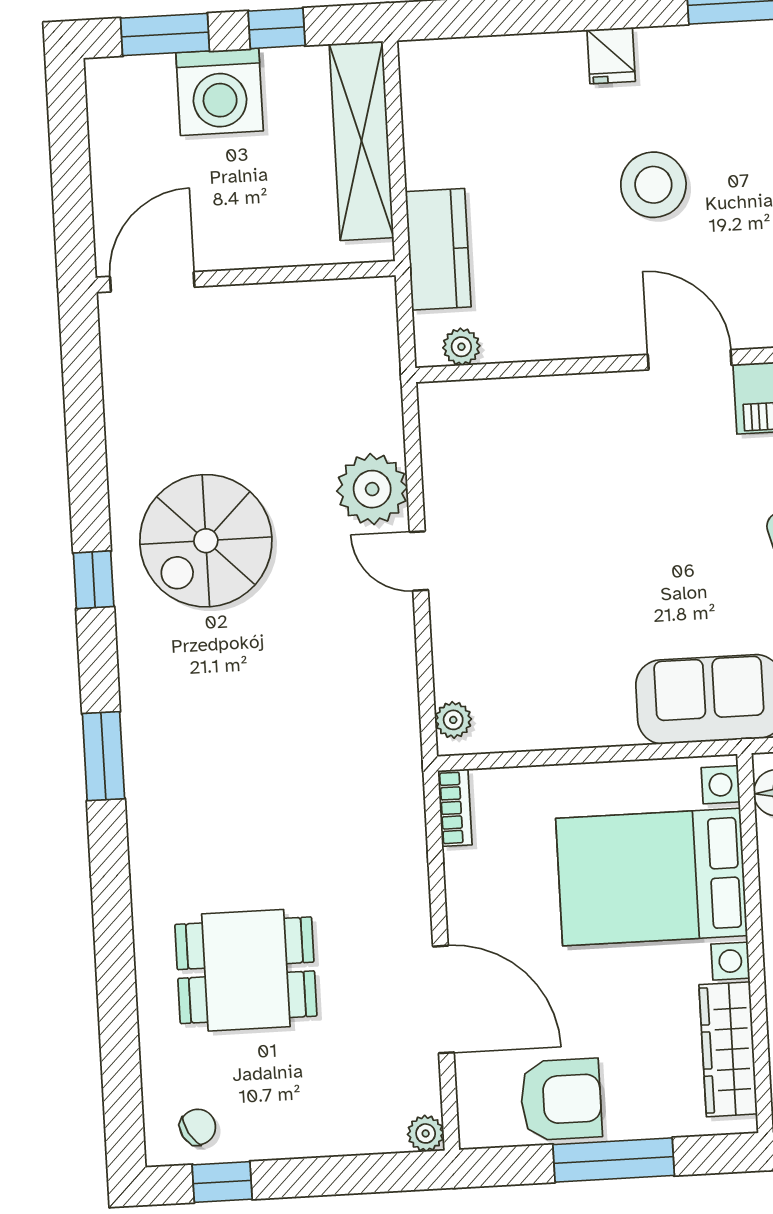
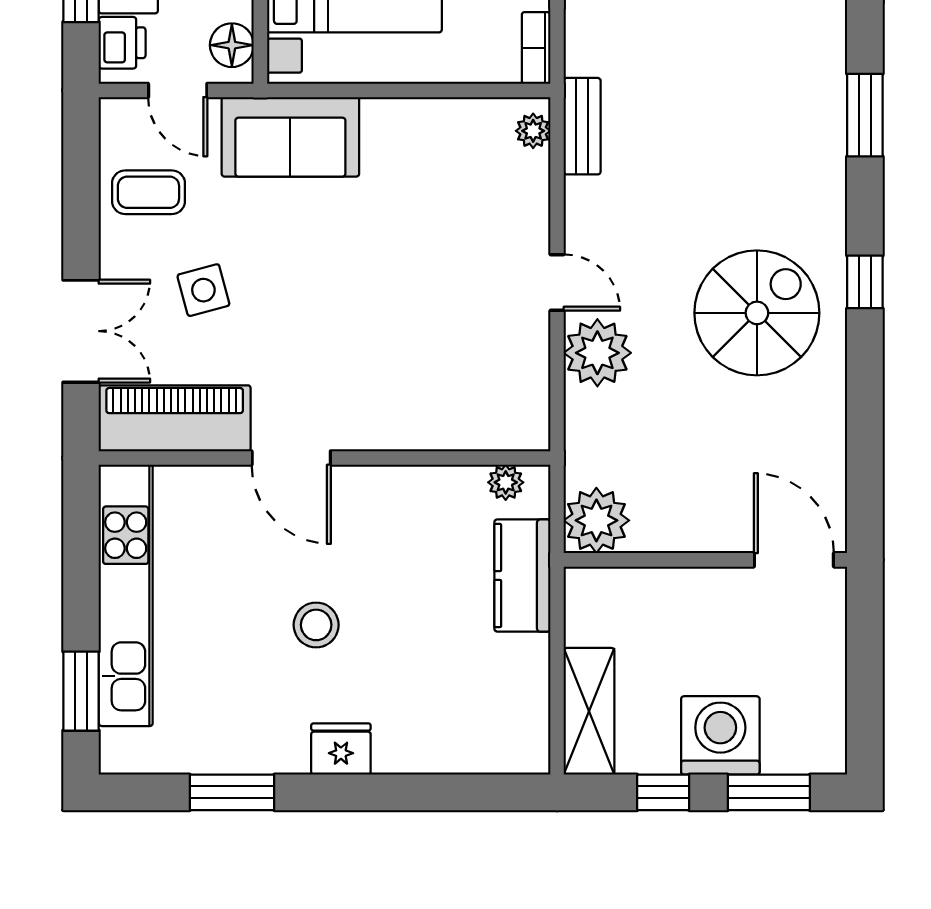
fridge: (611, 56) -> (341, 749), width x1.38
shelving: (362, 141) -> (589, 711), width x0.68
stool: (653, 185) -> (316, 625), width x0.73, depth x0.73
door: (152, 282) -> (794, 560), swing flipped
plant: (363, 312) -> (596, 520), added
bench: (402, 728) -> (582, 126), added

